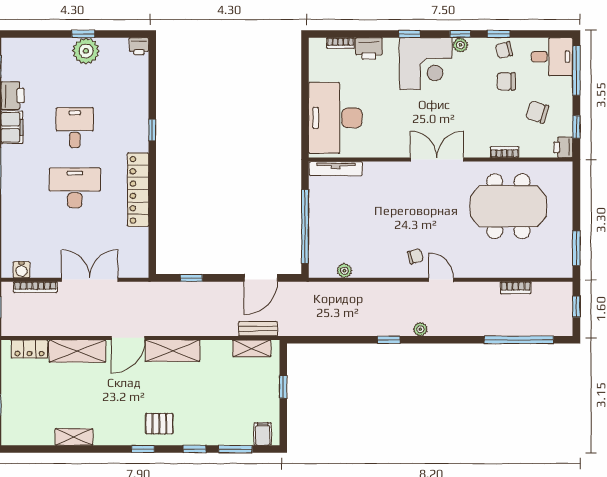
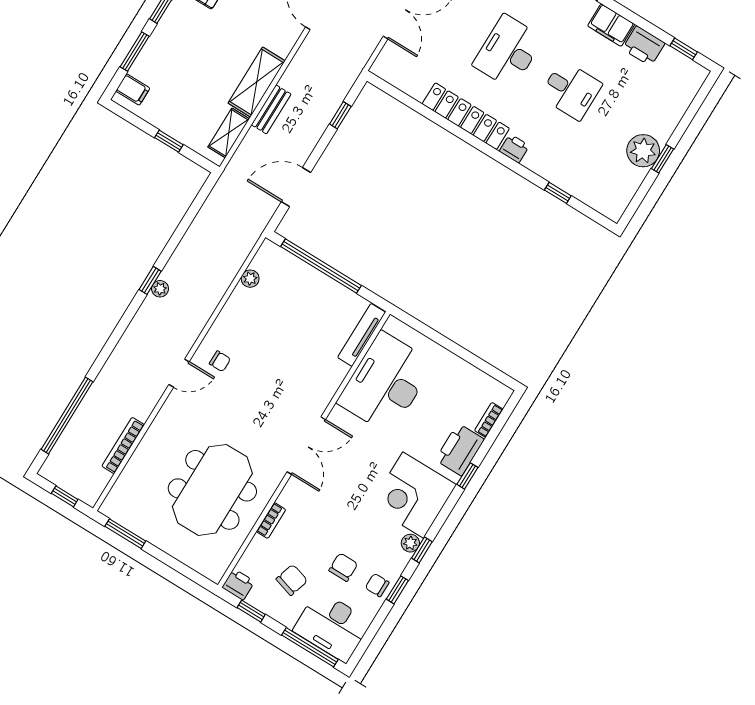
window: (410, 34) -> (467, 476), moved
printer: (139, 46) -> (514, 149), moved, turned 90
printer: (369, 48) -> (460, 450), width x1.37, depth x1.19
chair: (504, 50) -> (377, 585), turned -77
desk: (552, 57) -> (332, 626), width x1.37
desk: (335, 118) -> (386, 383), moved, turned -90
window: (152, 130) -> (558, 193), moved
desk: (75, 188) -> (508, 52), turned 180
chair: (415, 256) -> (220, 361), turned -74
door: (261, 278) -> (296, 187), hinge flipped
bookcase: (516, 288) -> (123, 445), width x1.56
bench: (258, 329) -> (271, 109), moved
plant: (420, 329) -> (160, 289), moved
shelving: (173, 351) -> (257, 82), moved

